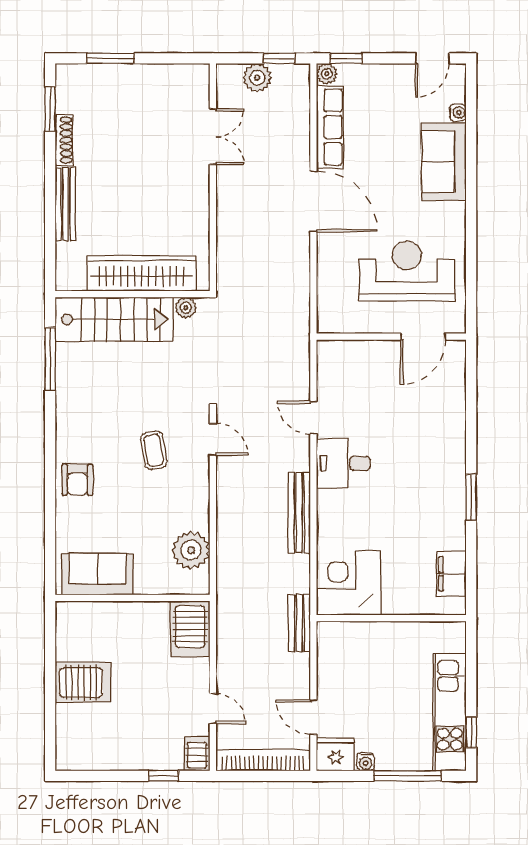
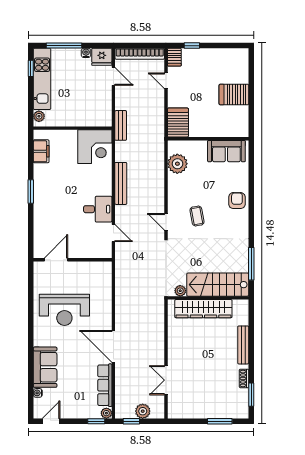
shoe rack: (64, 140) -> (244, 378), width x0.70
wall: (391, 337) -> (73, 260), moved
door: (423, 337) -> (56, 260), moved
plant: (455, 641) -> (39, 116), added

